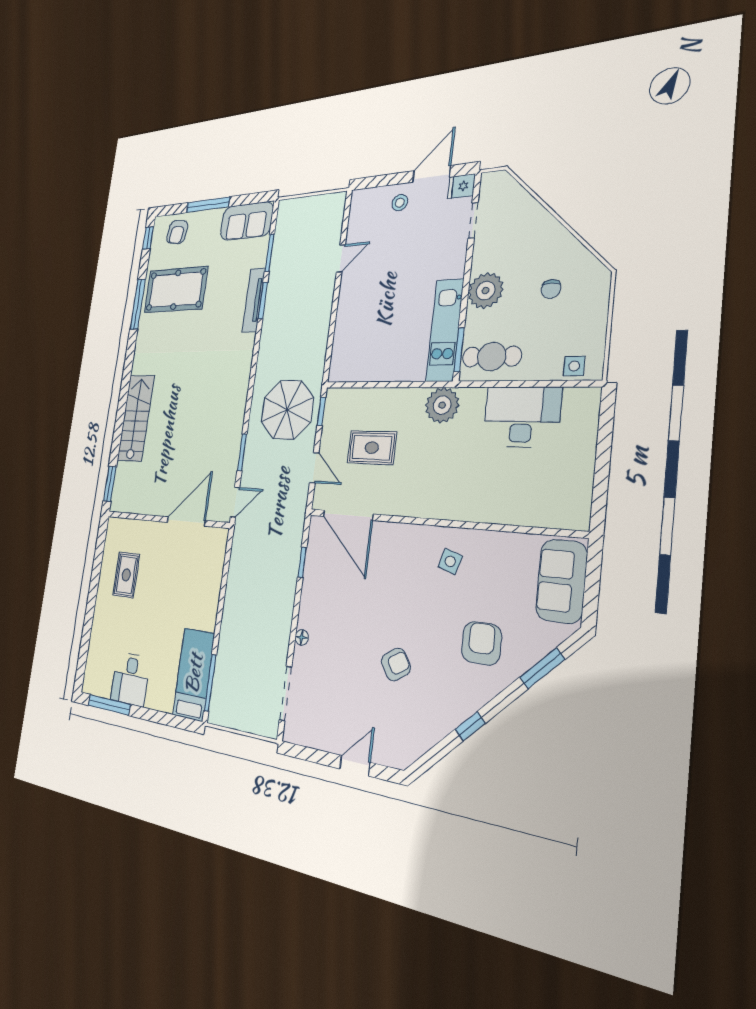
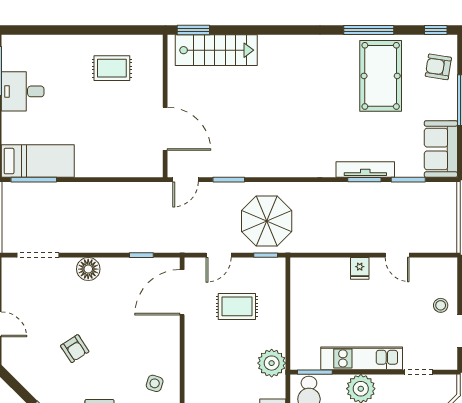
fridge: (461, 186) -> (360, 268), moved, turned 180
kitchen unit: (445, 330) -> (362, 358), moved
stairs: (136, 418) -> (216, 50), moved
rug: (372, 448) -> (237, 306), turned 90
door: (235, 502) -> (186, 180), hinge flipped
floor lamp: (302, 637) -> (88, 269), width x1.89, depth x1.89

